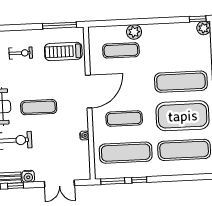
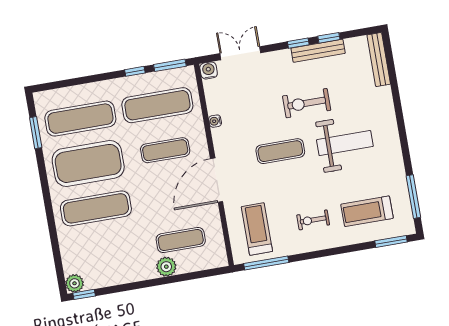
treadmill: (63, 51) -> (257, 229), turned -90
water cooler: (28, 176) -> (209, 70), moved

